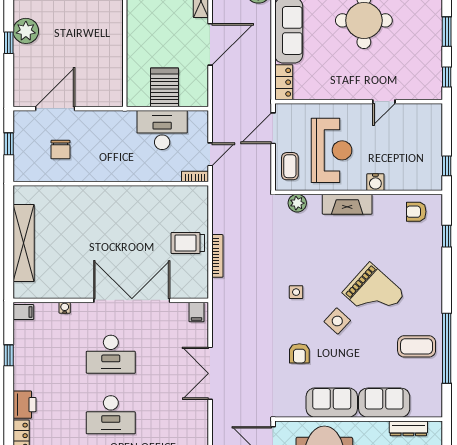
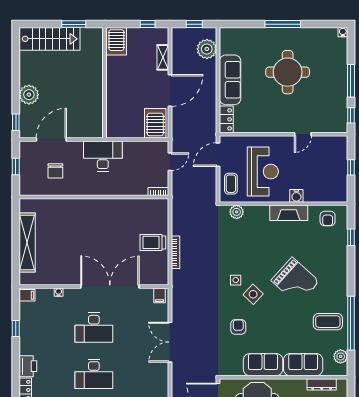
plant: (26, 31) -> (29, 95), moved
window: (447, 32) -> (351, 81), width x1.44
window: (9, 43) -> (16, 122), moved
server rack: (164, 87) -> (155, 123), moved
desk: (162, 130) -> (103, 156), moved
door: (210, 154) -> (170, 162), moved
window: (447, 166) -> (351, 167), moved
fireplace: (347, 204) -> (289, 213), moved
armchair: (416, 212) -> (328, 219), turned -90
side table: (337, 321) -> (253, 294), moved
armchair: (299, 353) -> (238, 327), turned 180
plant: (433, 392) -> (341, 356), added

